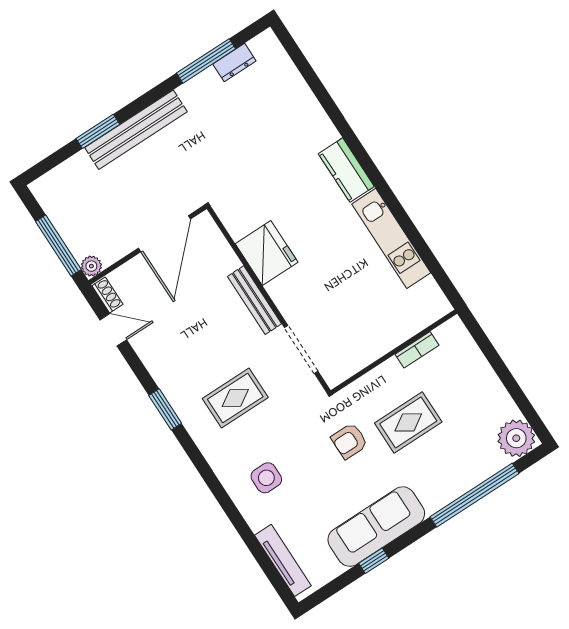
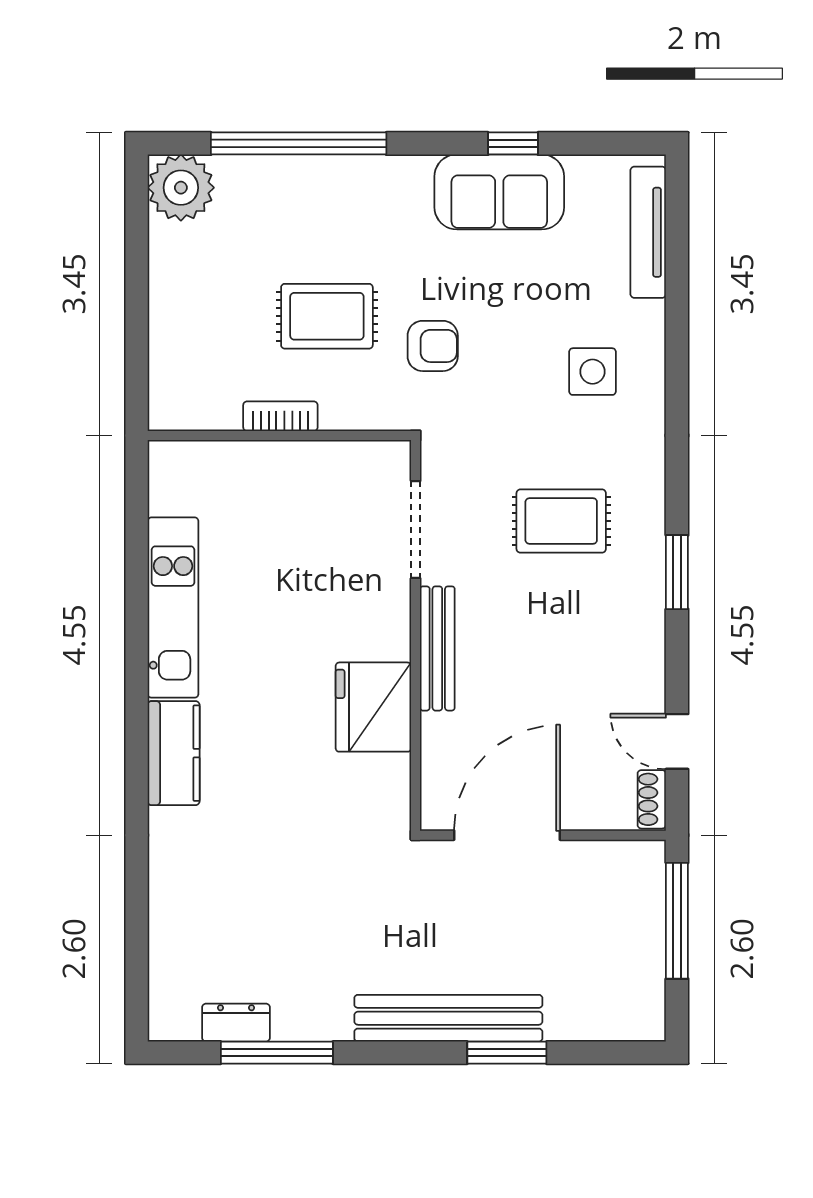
plant: (91, 266) -> (648, 858), removed
bookcase: (417, 350) -> (280, 416), moved
sofa: (376, 527) -> (499, 192), width x0.73

